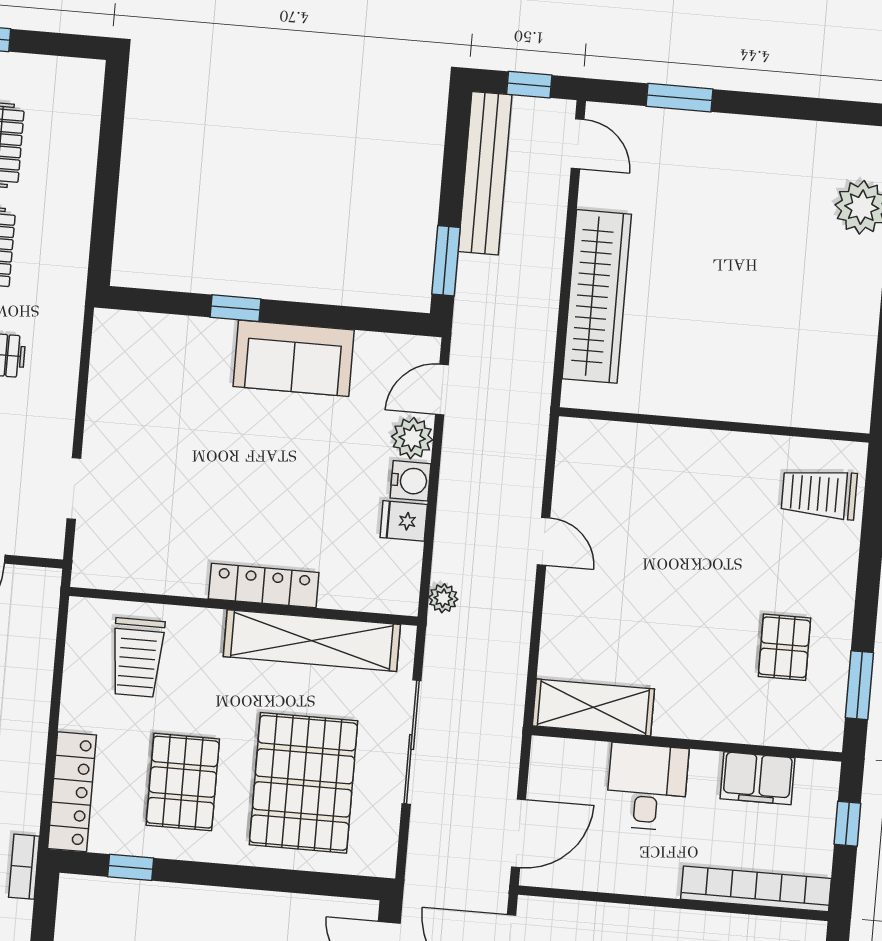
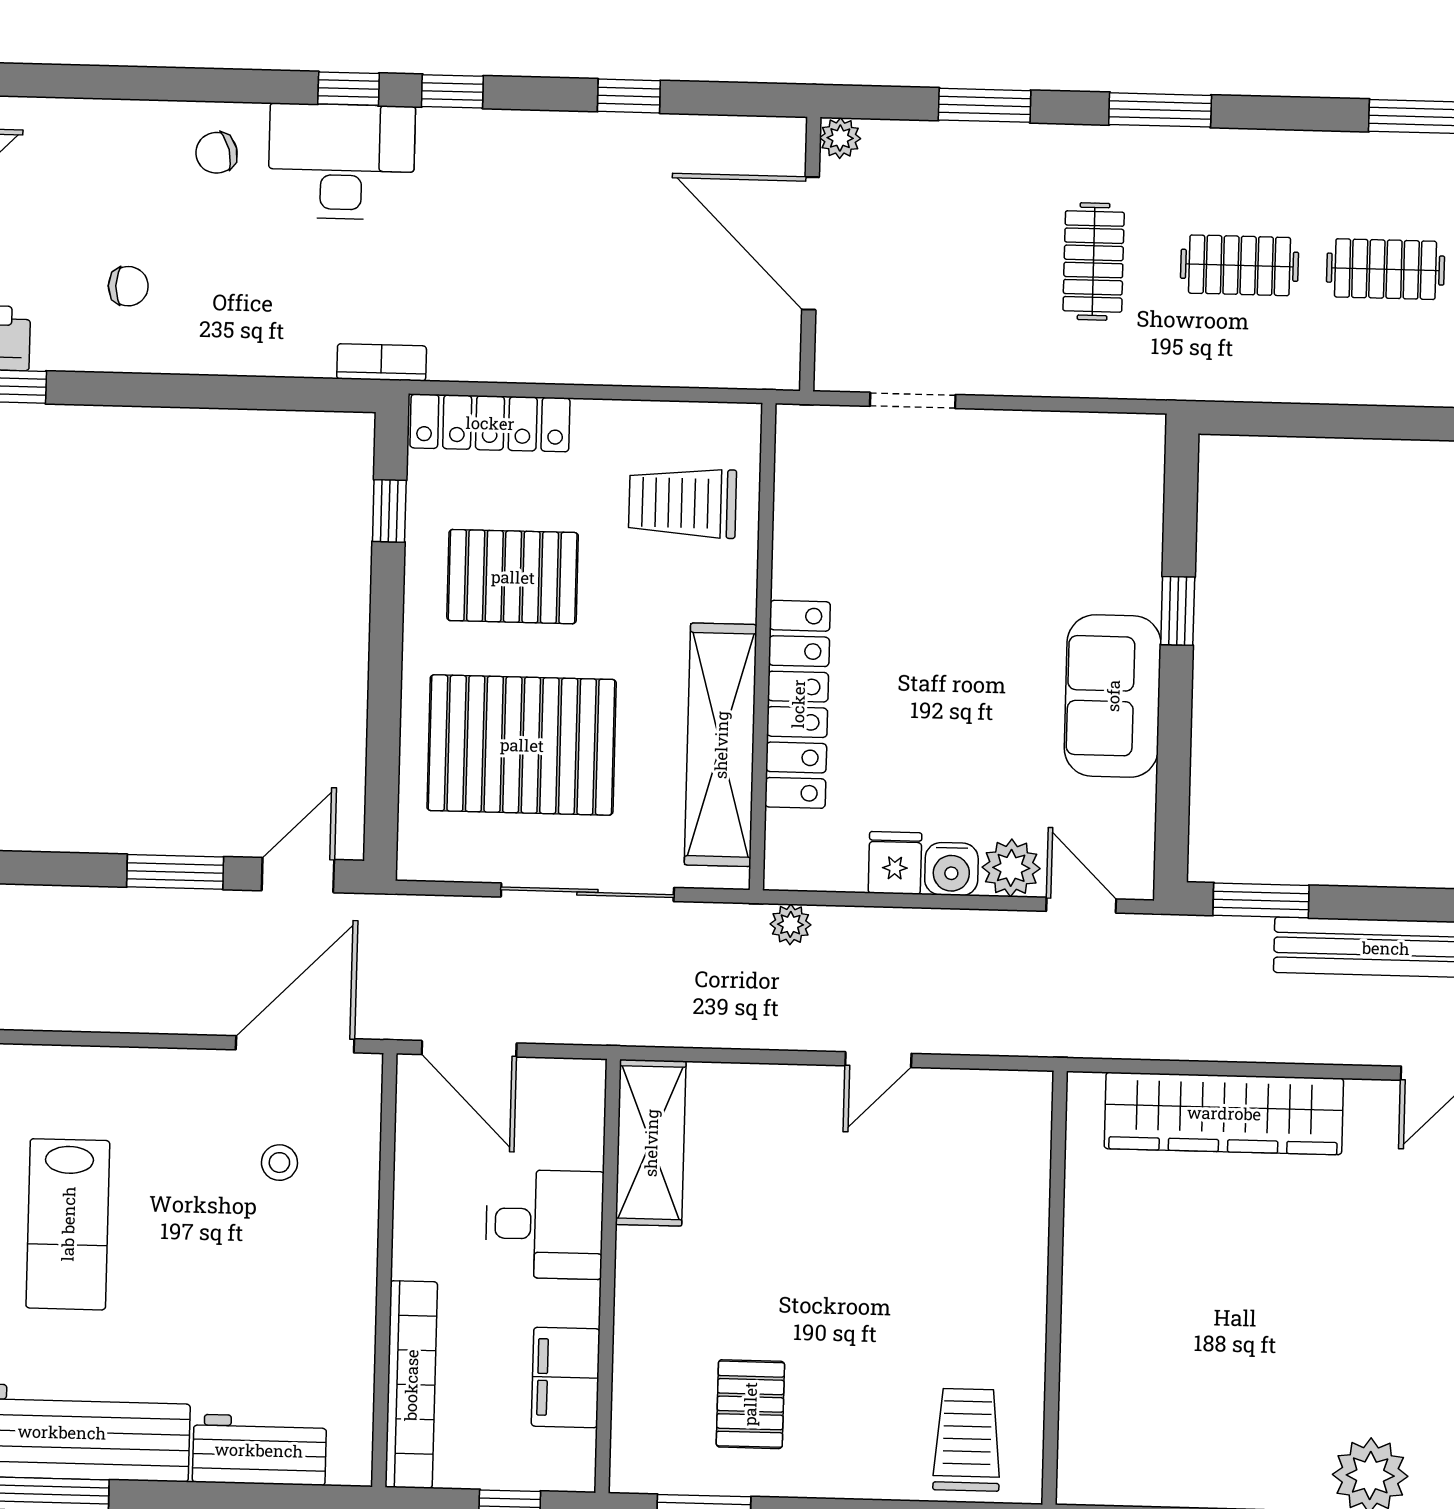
locker: (264, 586) -> (798, 704), width x1.41, depth x1.21
pallet: (784, 647) -> (750, 1404), turned 90

